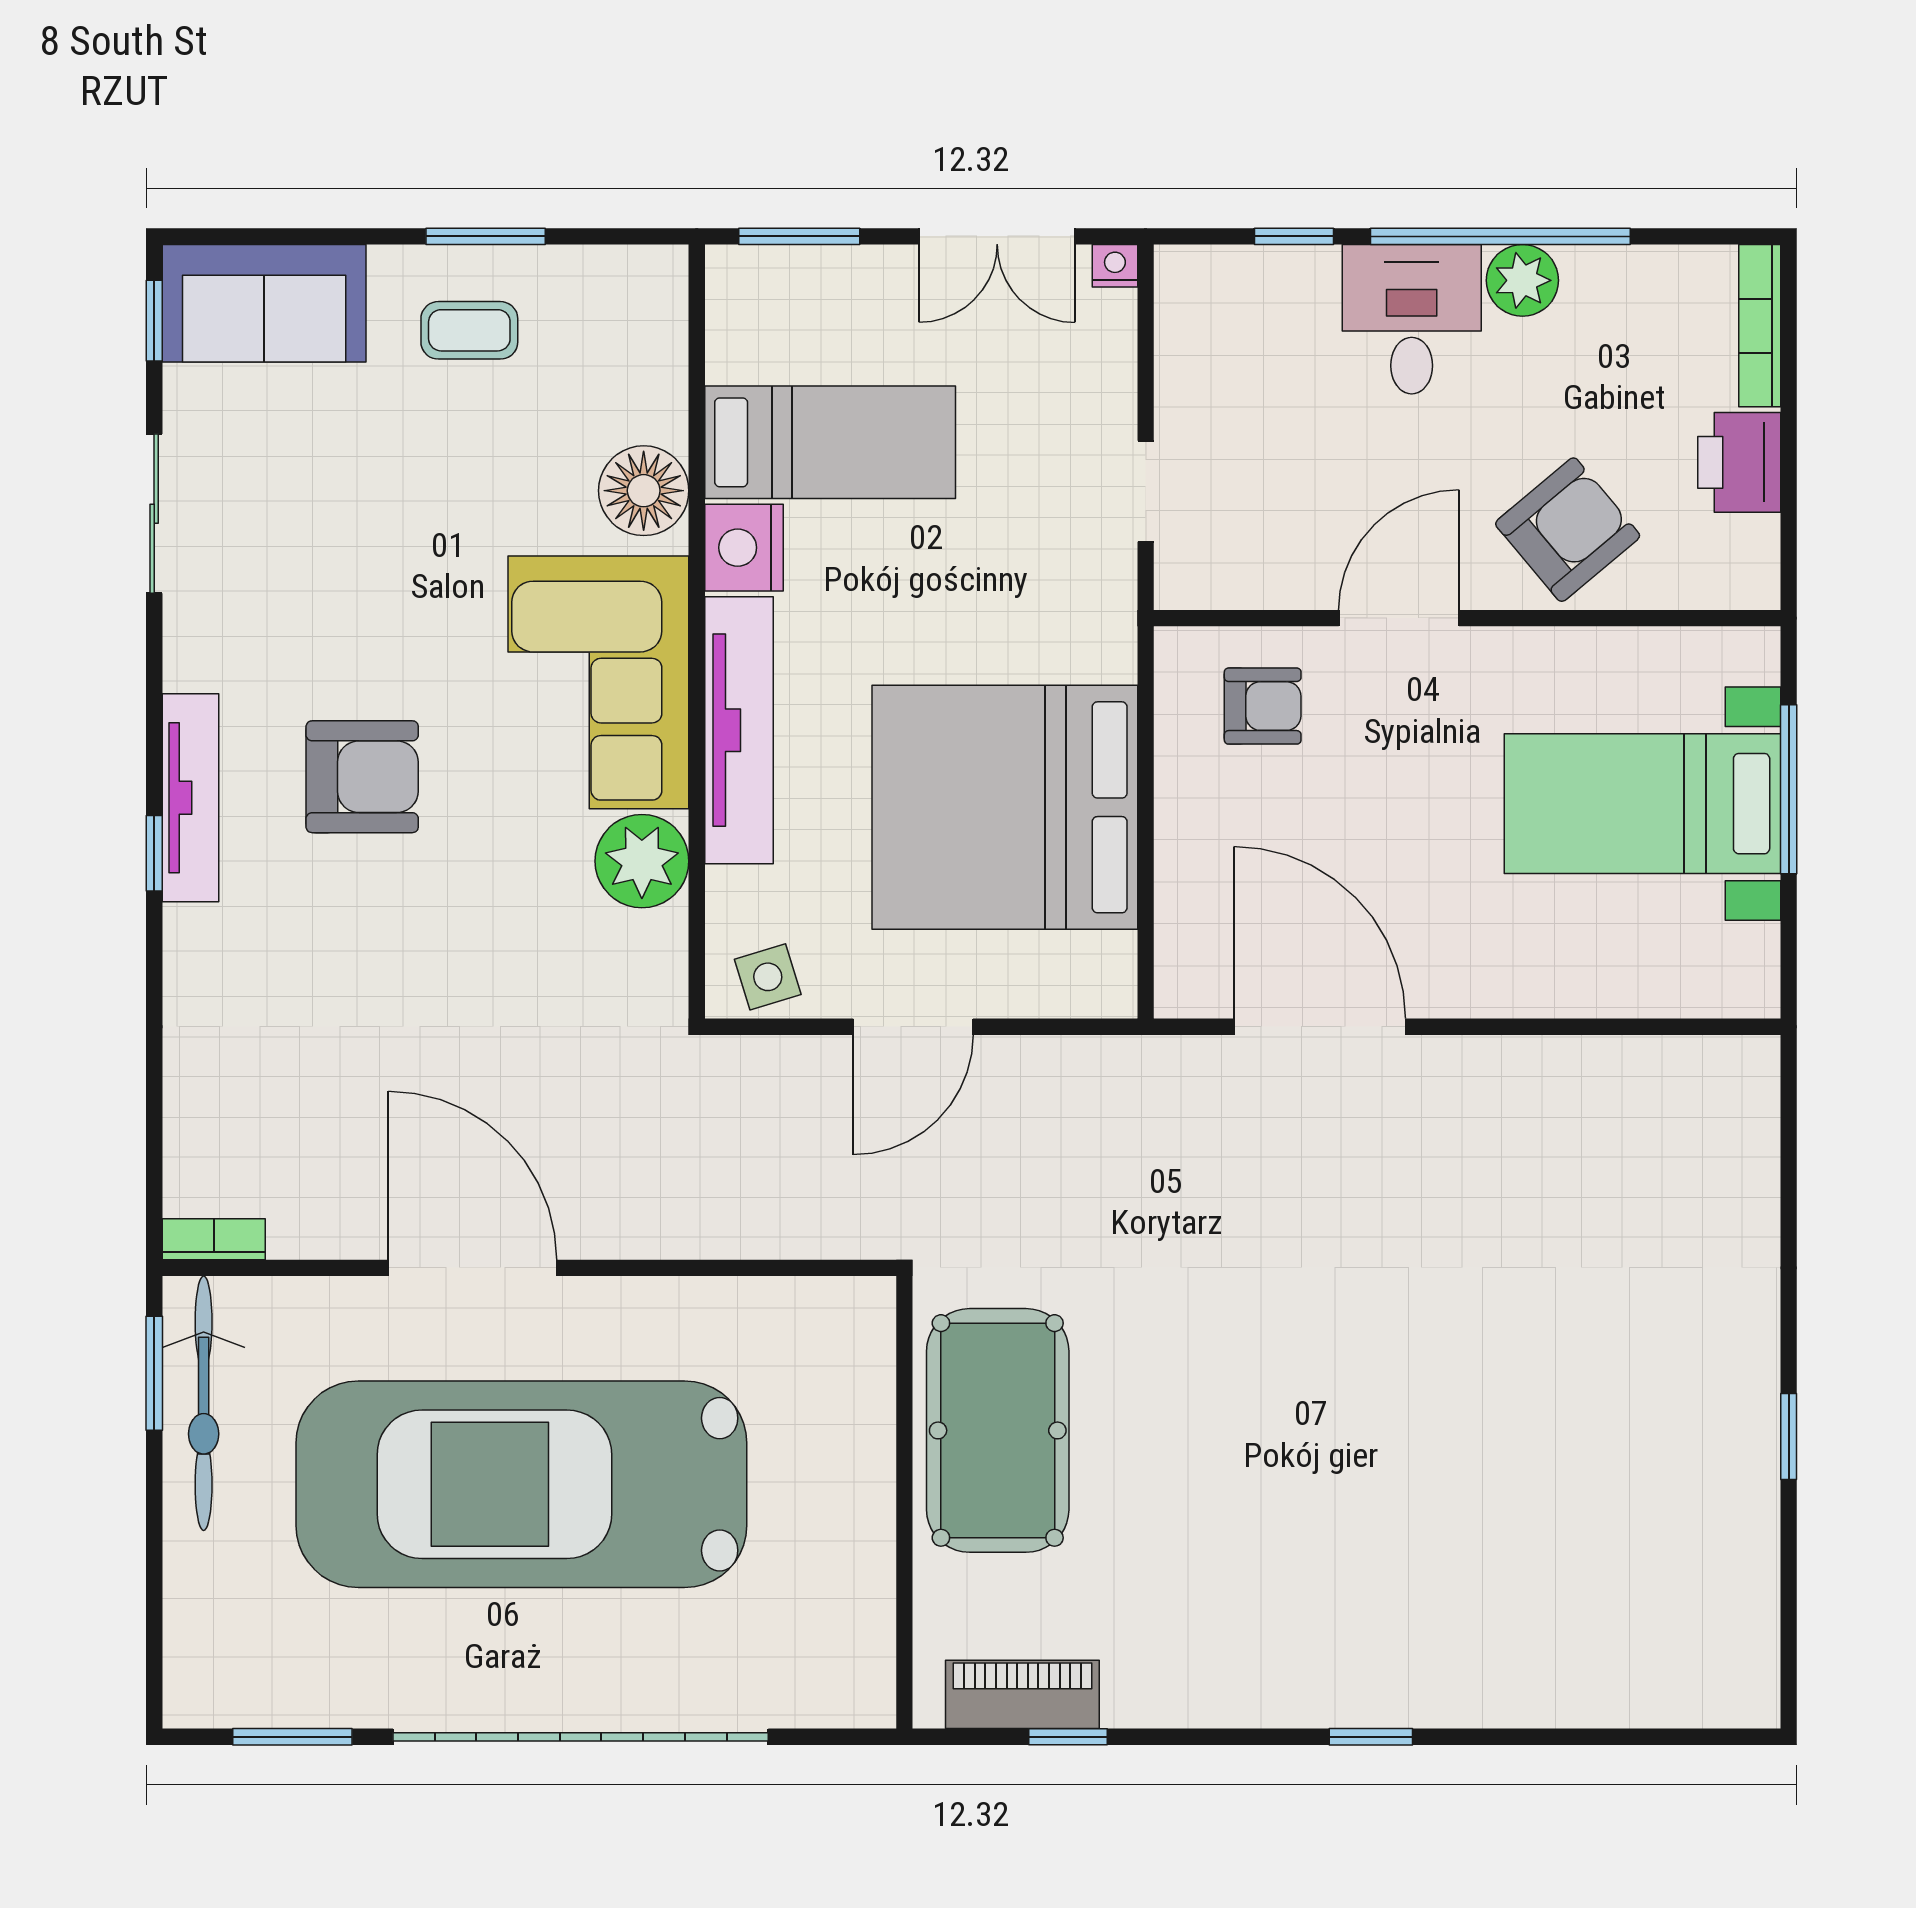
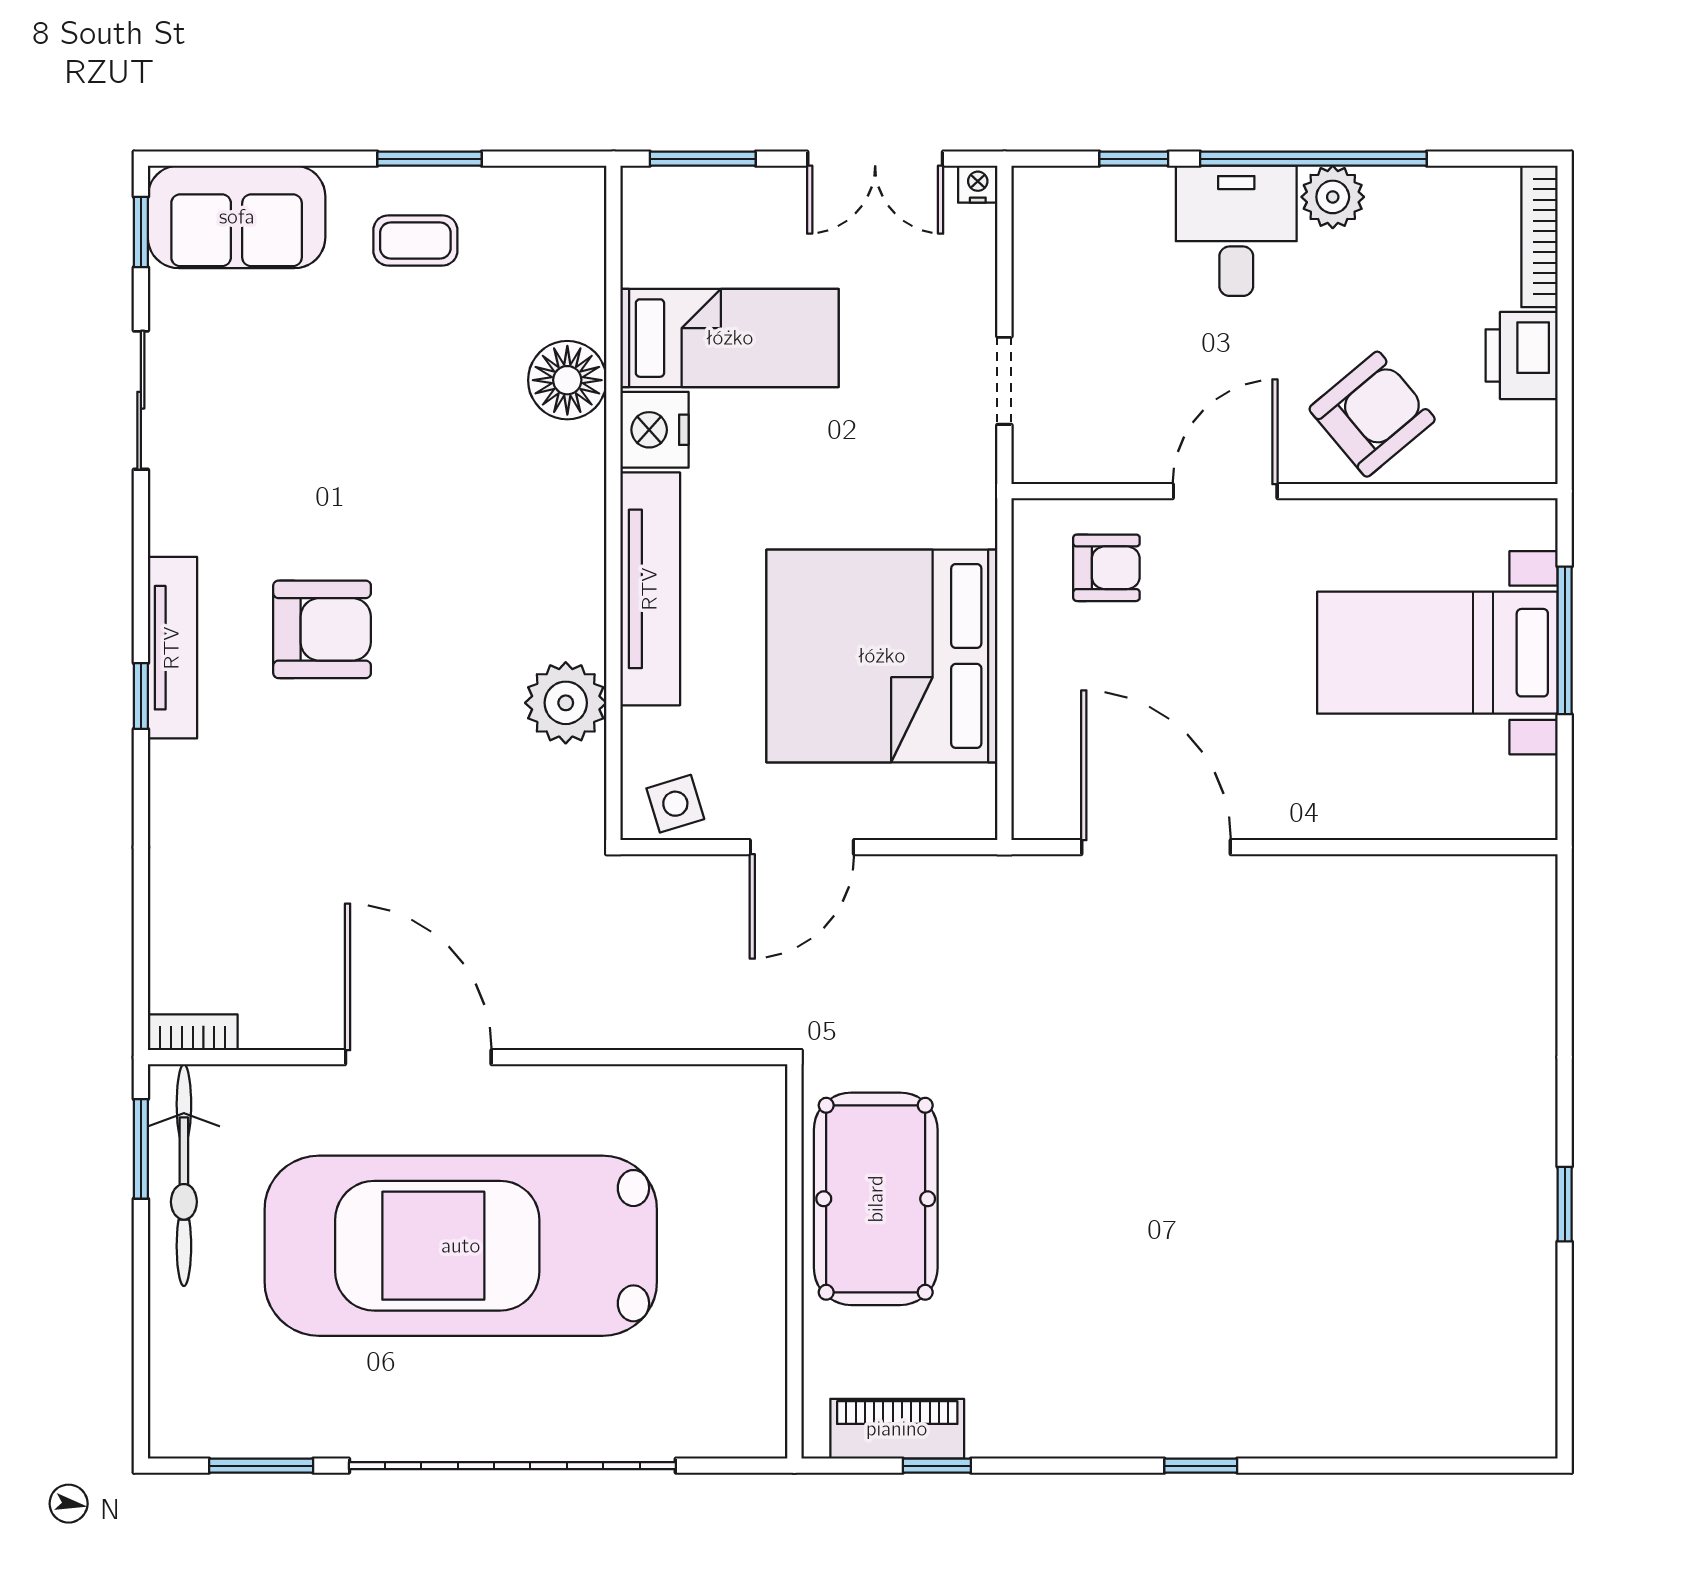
corner sofa: (598, 682) -> (528, 547), removed

